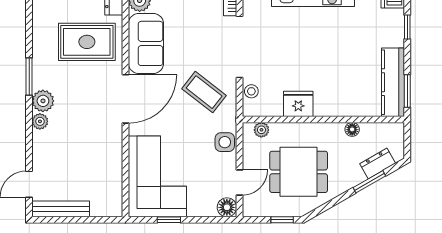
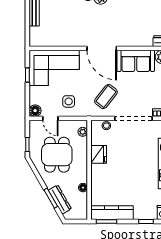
rug: (87, 42) -> (137, 25), removed
side table: (225, 142) -> (69, 101), moved
dresser: (378, 163) -> (60, 200), width x1.44

